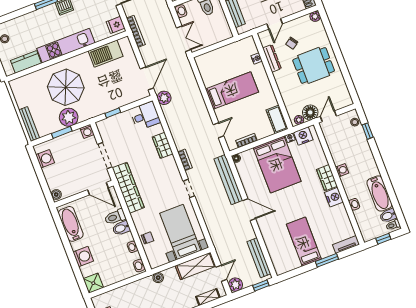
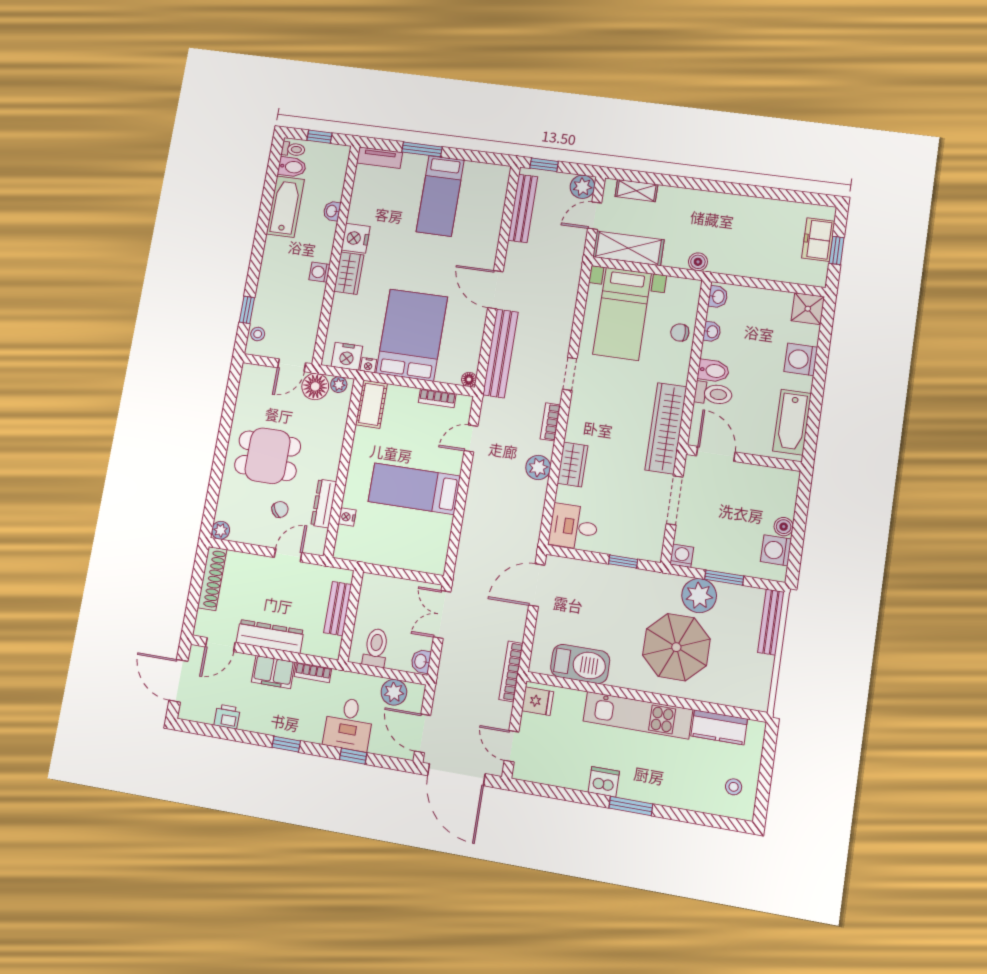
plant: (164, 98) -> (538, 467), moved
boiler: (56, 194) -> (784, 527), moved

